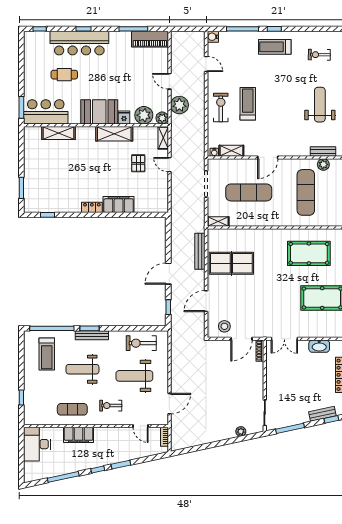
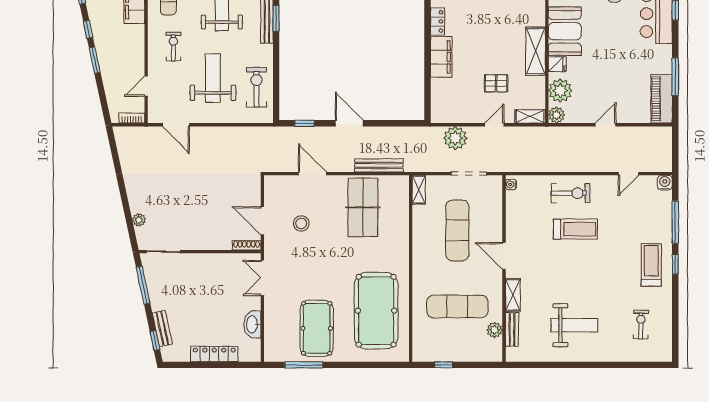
plant: (179, 105) -> (455, 138), moved
shelving: (231, 151) -> (513, 295), moved
pool table: (309, 253) -> (376, 311), width x1.36, depth x1.32
stool: (224, 326) -> (301, 223), moved

